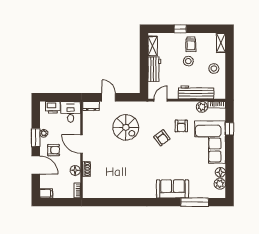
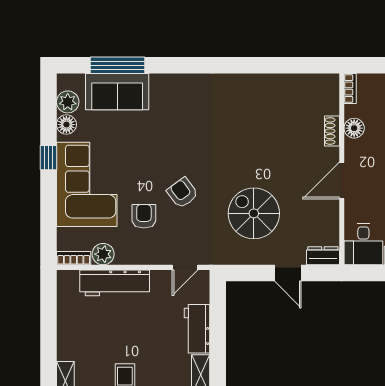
stool: (188, 61) -> (130, 345), removed
stool: (214, 68) -> (80, 330), removed
window: (229, 129) -> (48, 158), moved
door: (81, 144) -> (342, 180), swing flipped
sofa: (173, 189) -> (117, 92), moved

